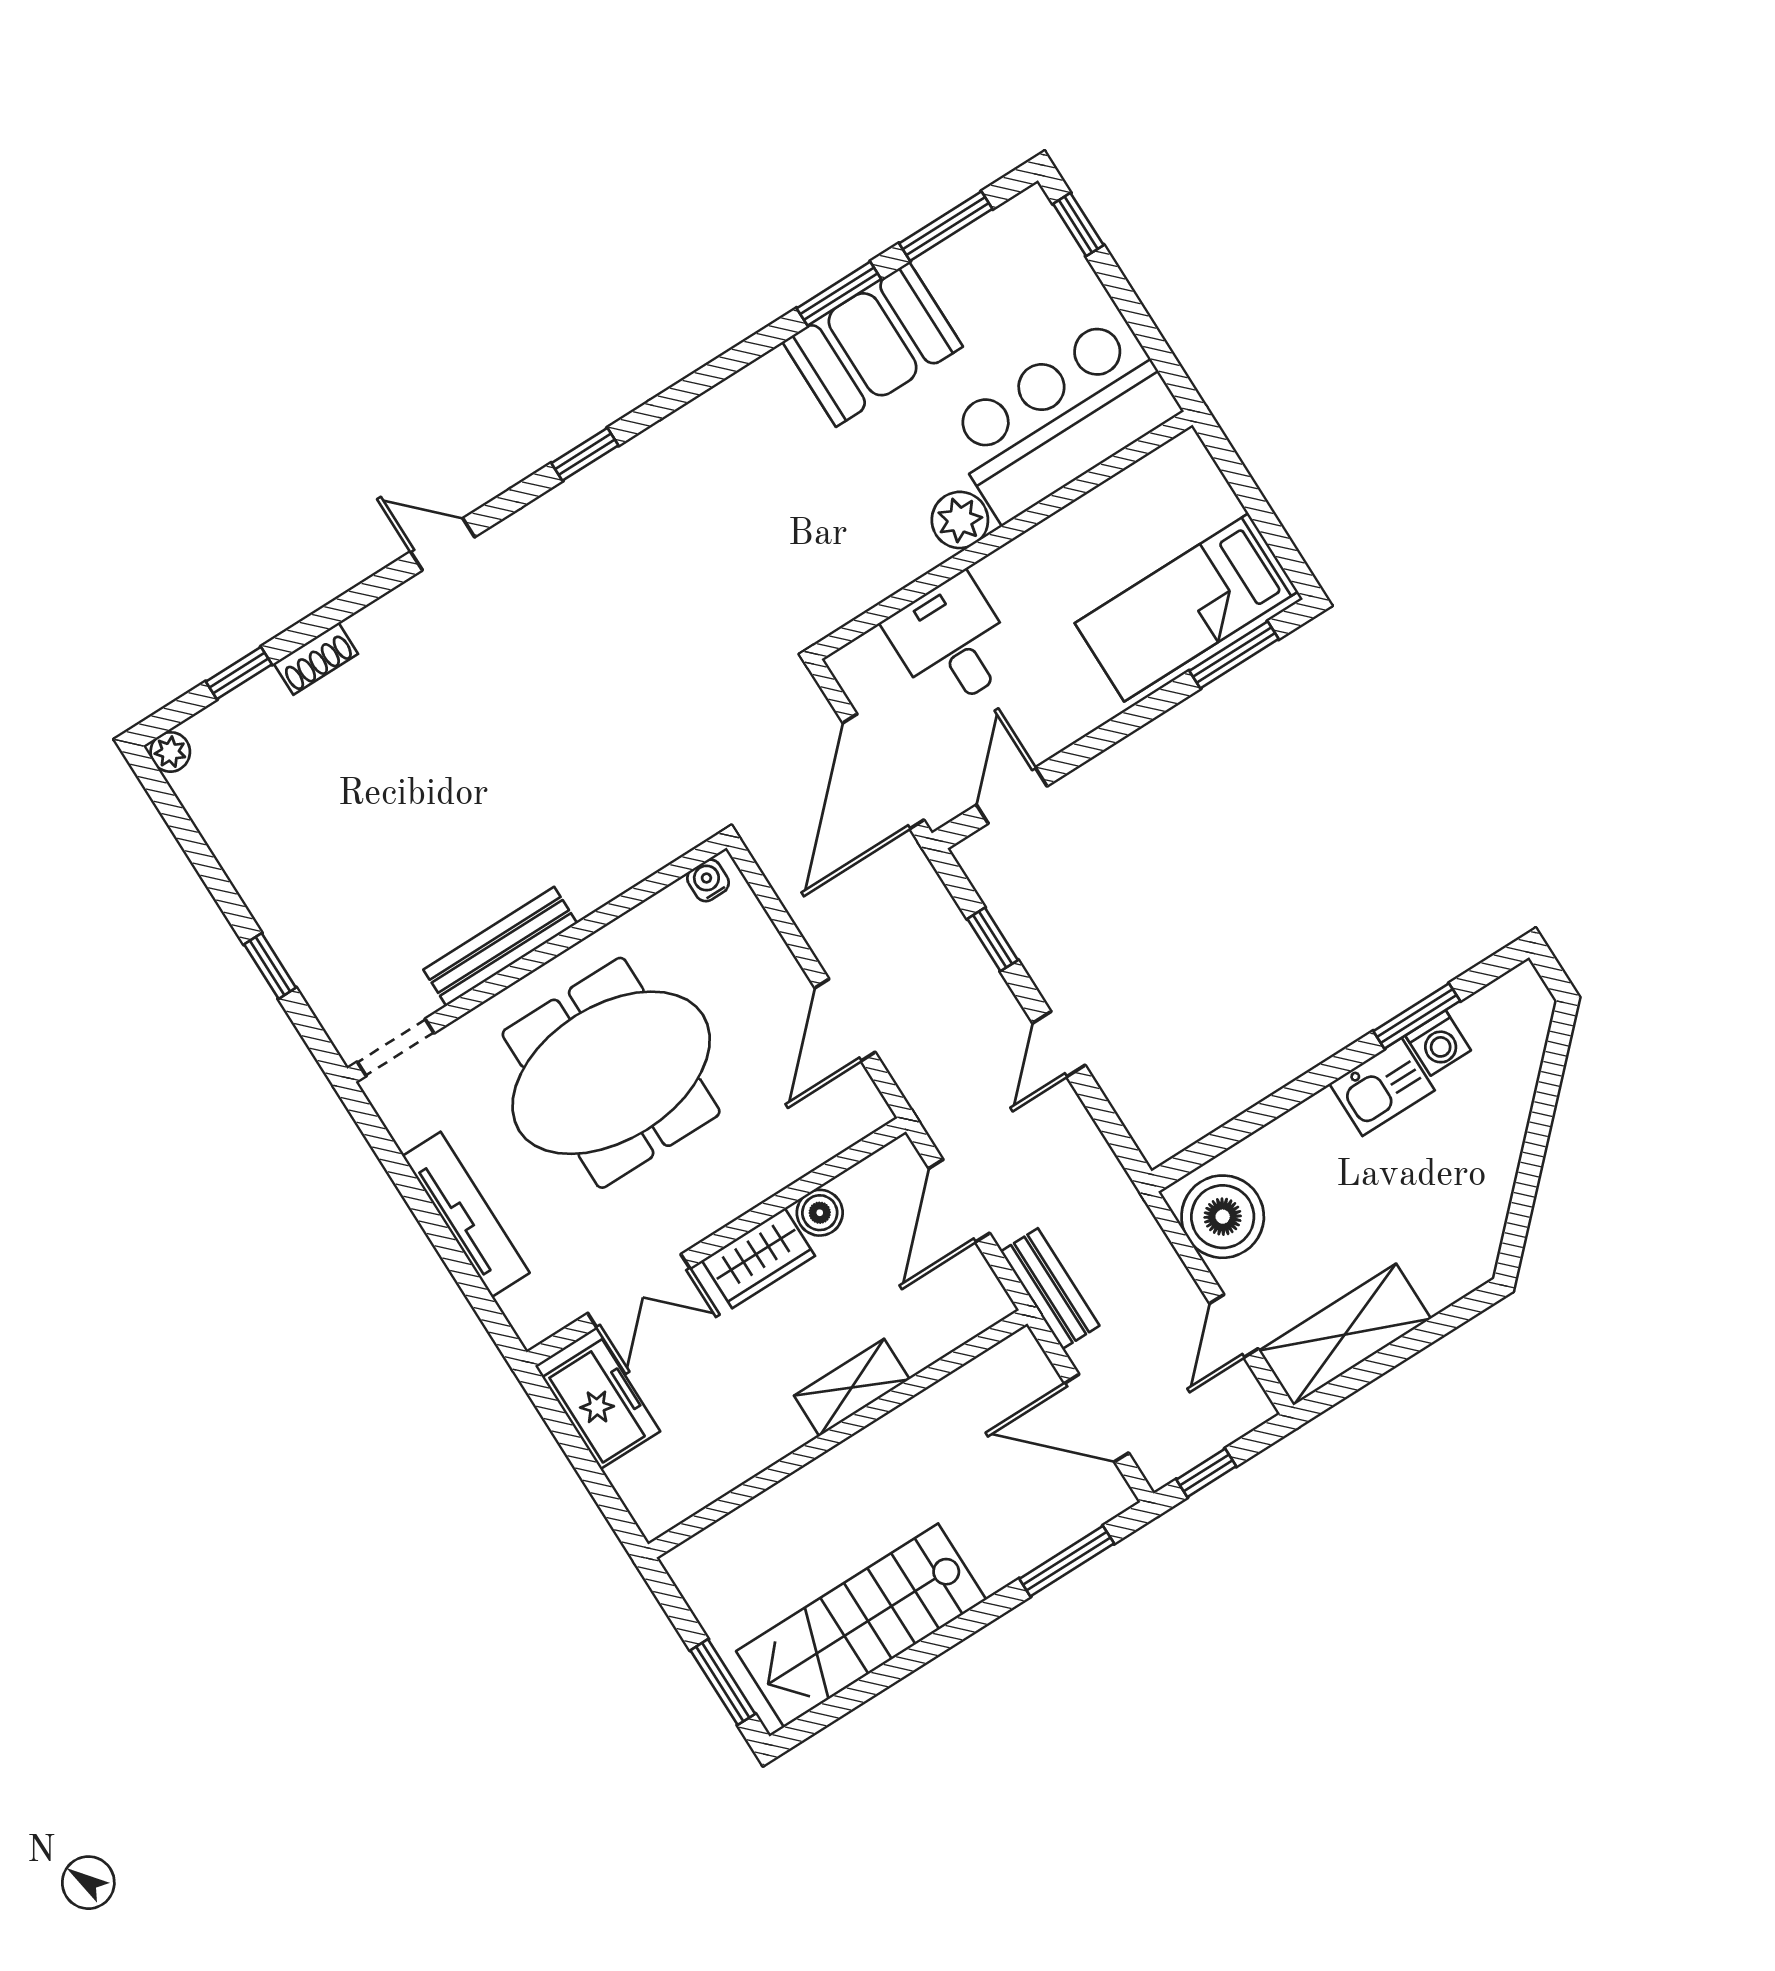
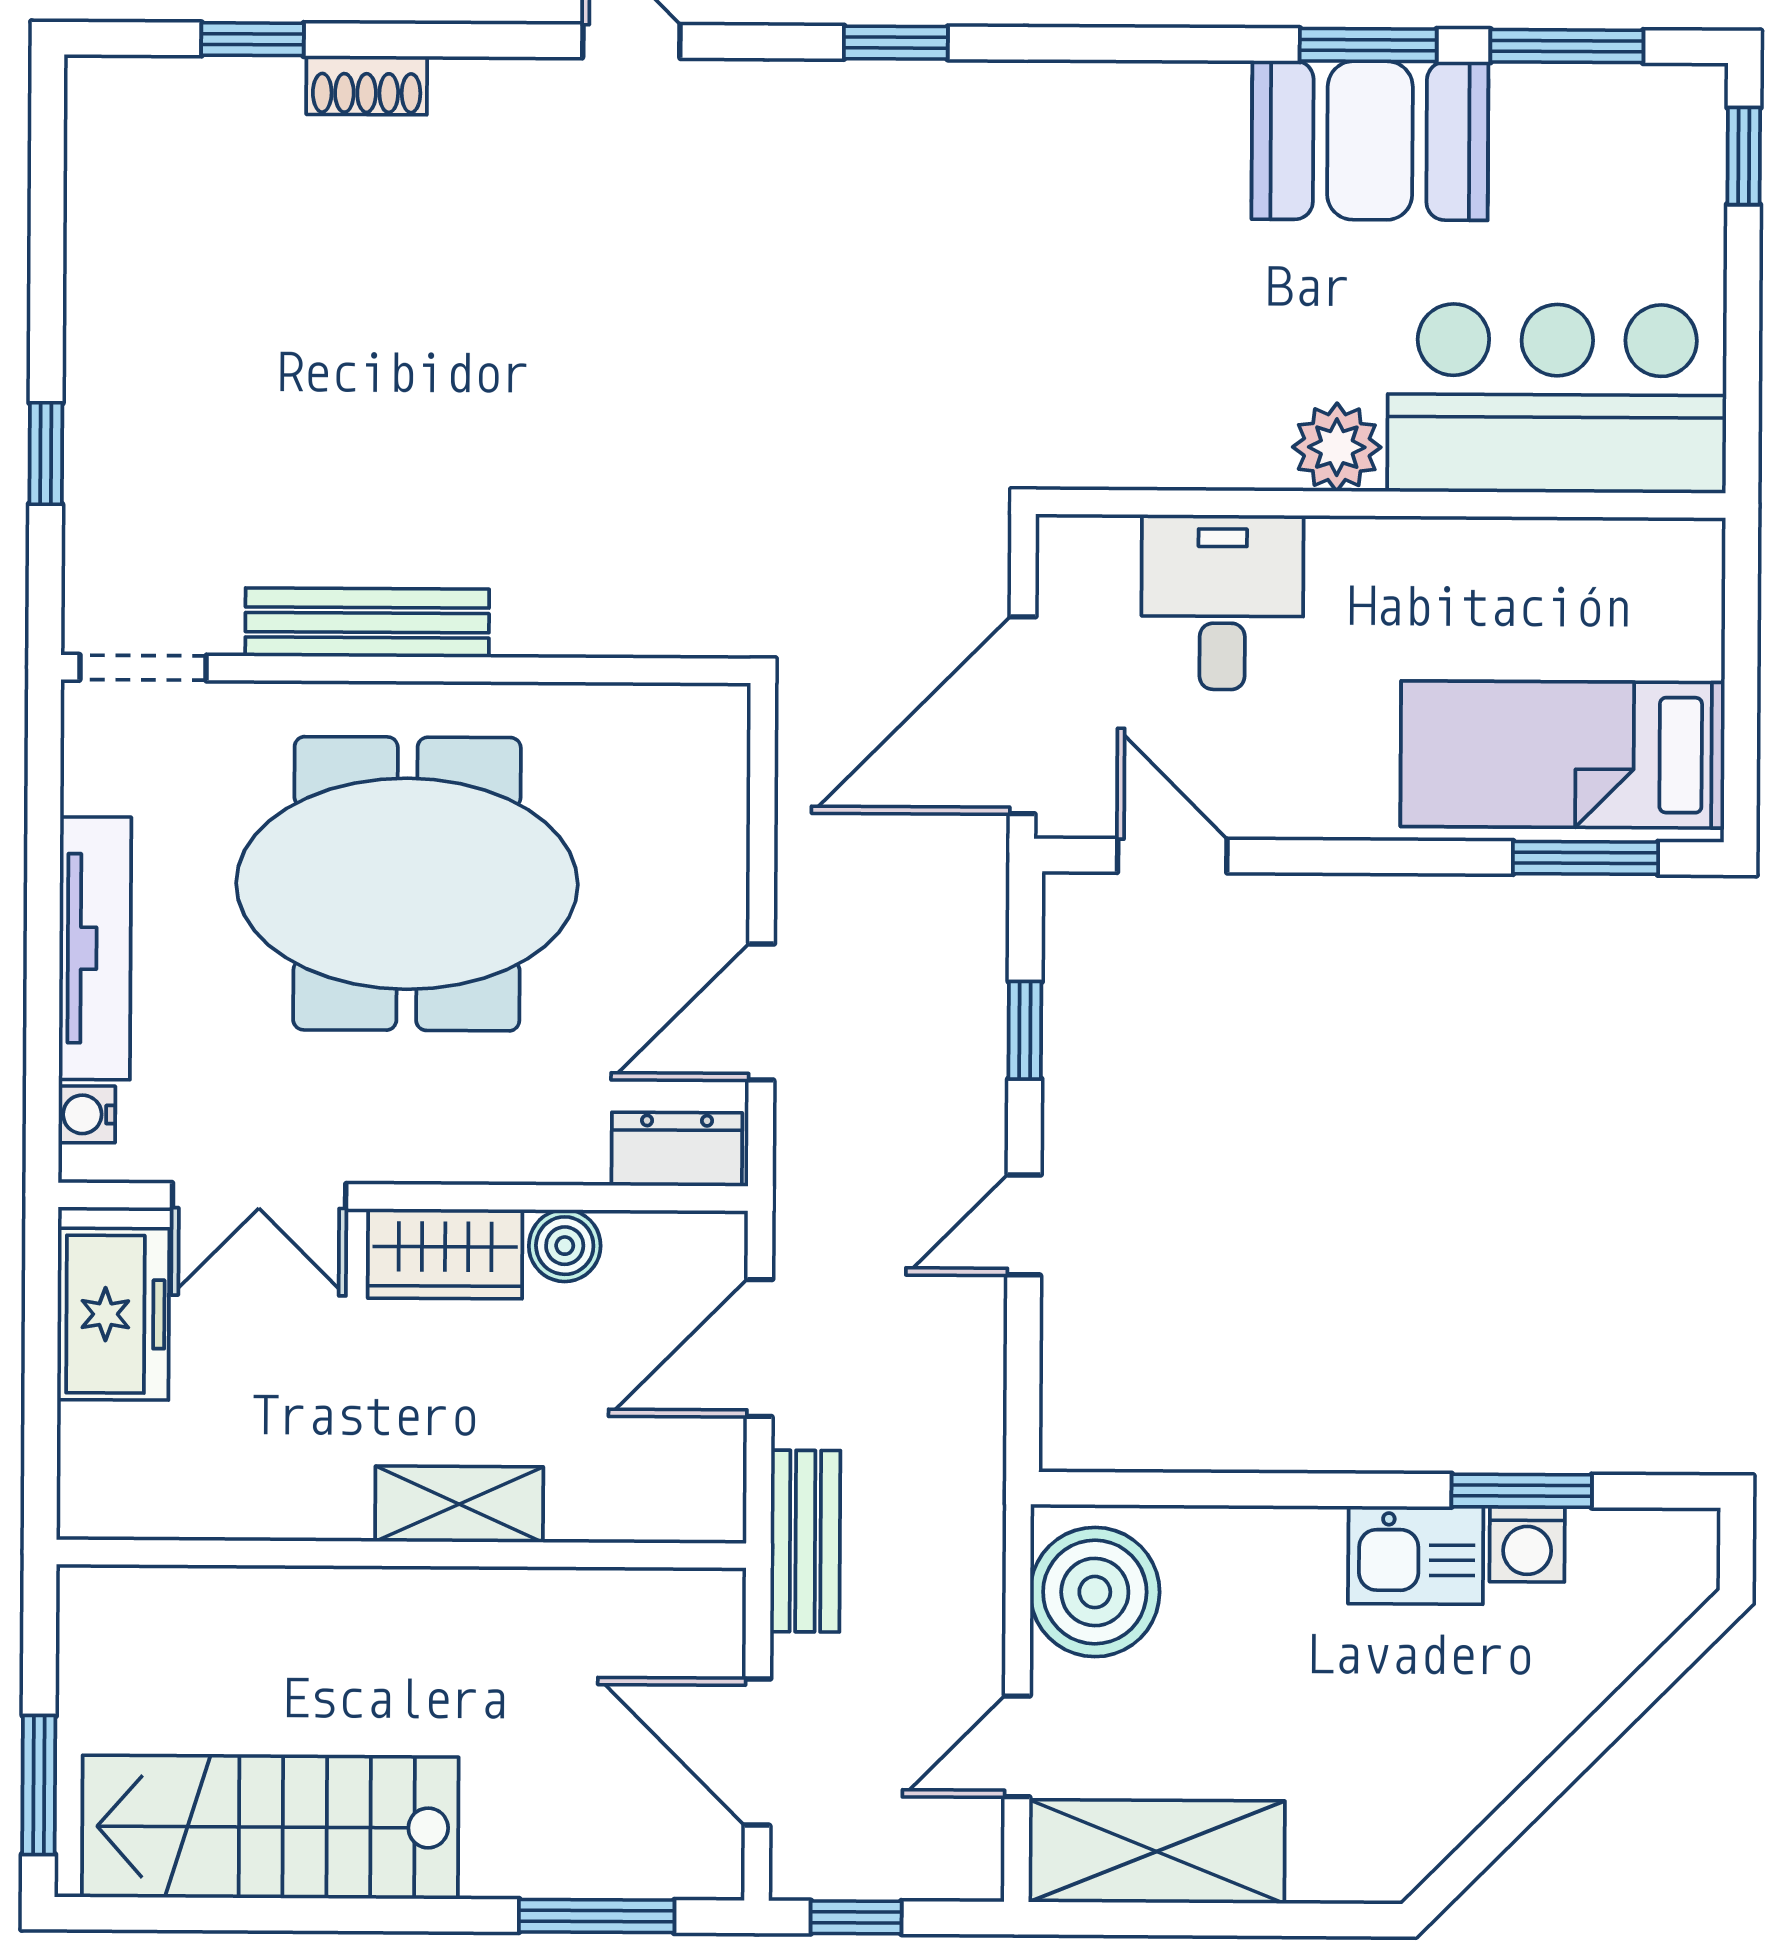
plant: (170, 752) -> (95, 86), removed
door: (1012, 795) -> (1172, 856), hinge flipped
water cooler: (708, 880) -> (87, 1114), moved, turned -90
dresser: (847, 1123) -> (677, 1149), added

